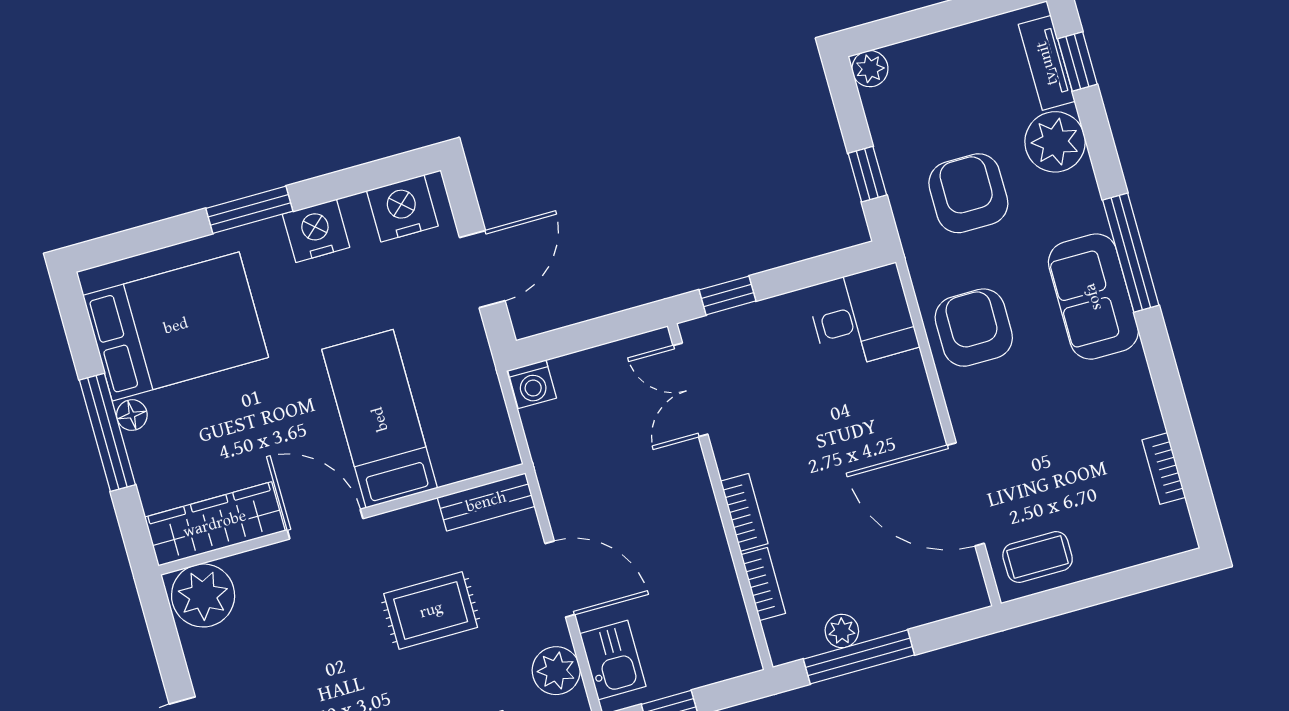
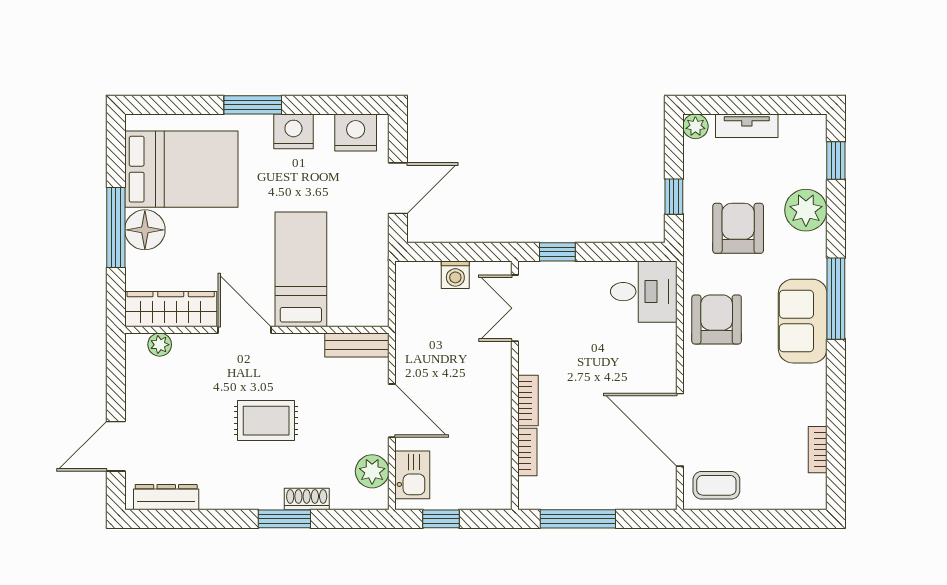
tv unit: (1047, 63) -> (747, 126), moved, turned -90
washing machine: (532, 384) -> (455, 275), moved
floor lamp: (132, 415) -> (145, 230), width x1.89, depth x1.89
plant: (203, 595) -> (160, 345), width x0.53, depth x0.53
rug: (431, 610) -> (266, 421), moved
plant: (842, 631) -> (571, 498), removed

